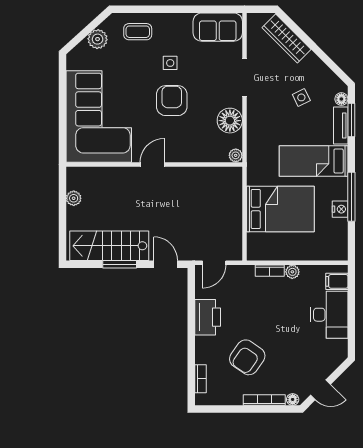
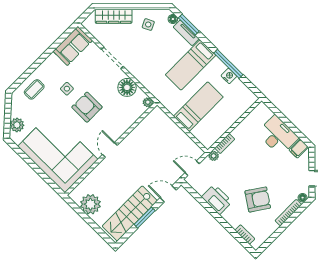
plant: (98, 39) -> (17, 125), moved
side table: (301, 97) -> (148, 25), moved
plant: (74, 198) -> (90, 204), width x1.88, depth x1.88
bed: (280, 209) -> (198, 107), width x0.67
door: (214, 263) -> (192, 168), swing flipped
plant: (292, 272) -> (214, 156), moved
filing cabinet: (337, 281) -> (299, 149), moved
armchair: (247, 357) -> (258, 199), turned -91

